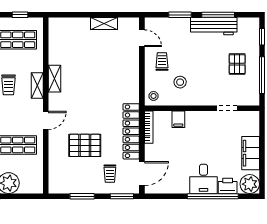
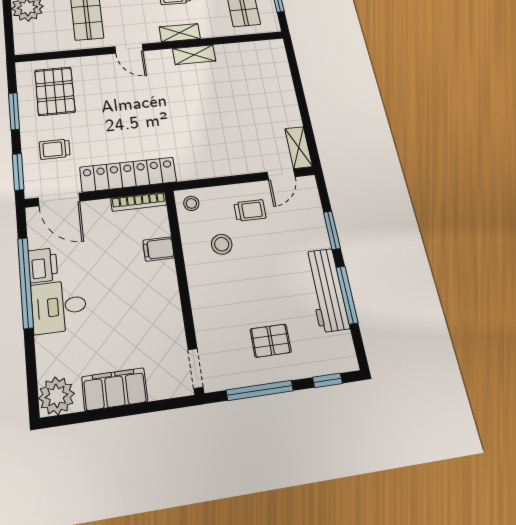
shelving: (104, 24) -> (299, 147), moved
doorway: (227, 108) -> (195, 368), moved
pallet: (85, 145) -> (55, 91), moved
printer: (228, 186) -> (43, 265), moved
window: (213, 196) -> (25, 282), moved

